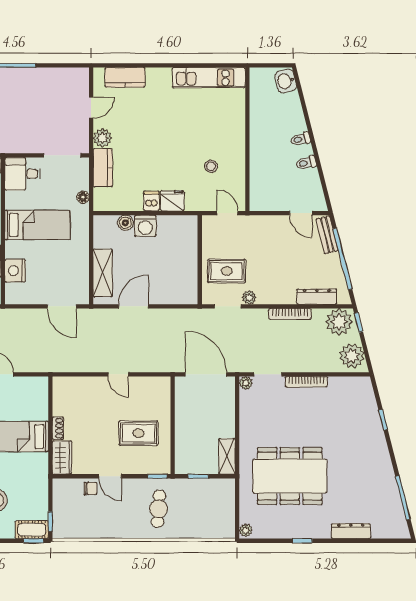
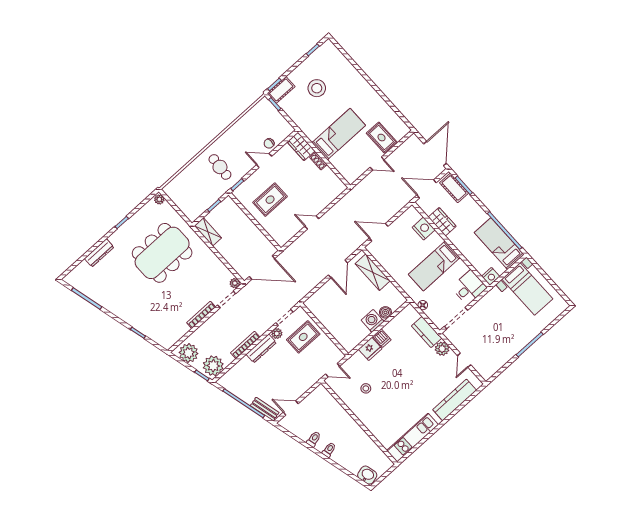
kitchen counter: (125, 77) -> (455, 400), width x1.50
dresser: (317, 297) -> (261, 348), moved

